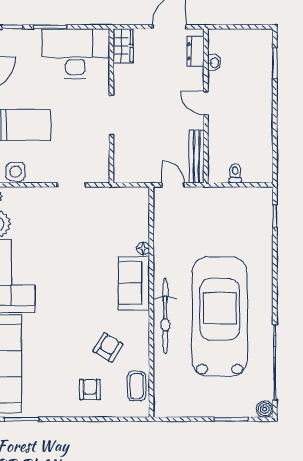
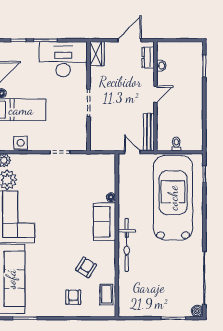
door: (206, 103) -> (155, 94), swing flipped
car: (220, 316) -> (173, 198), moved

